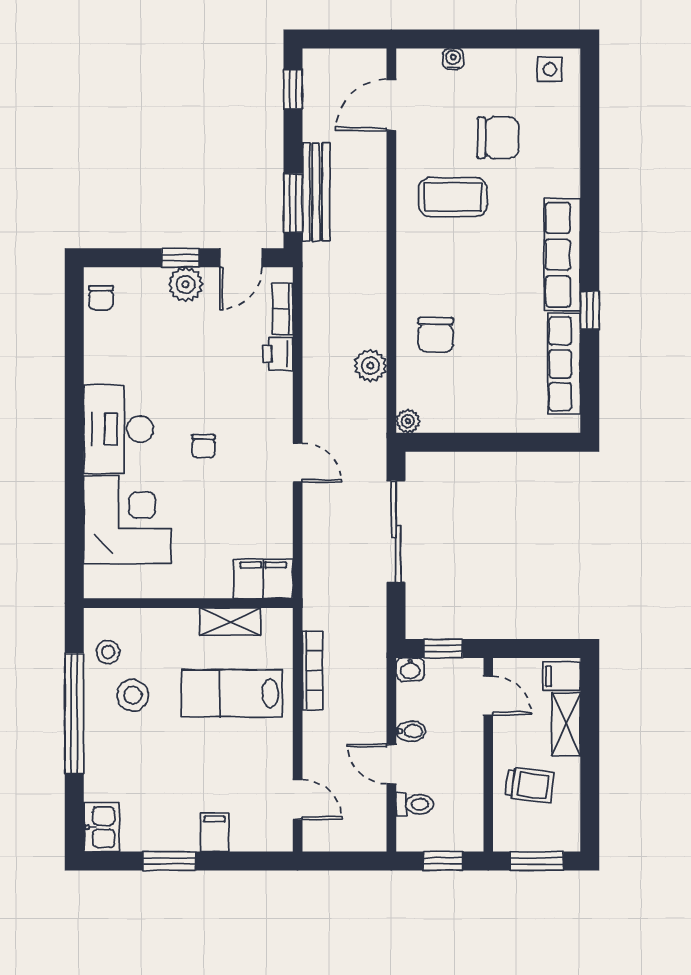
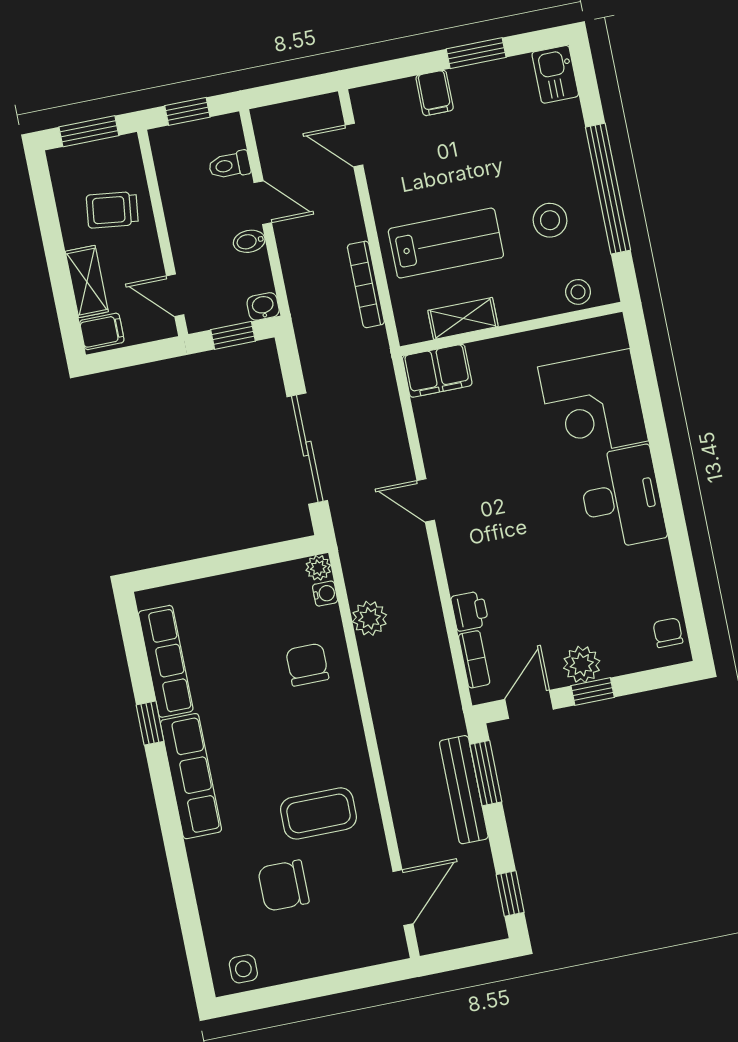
water cooler: (453, 59) -> (325, 594), moved, turned -90
chair: (204, 446) -> (528, 498), removed
stool: (108, 652) -> (578, 292), moved

